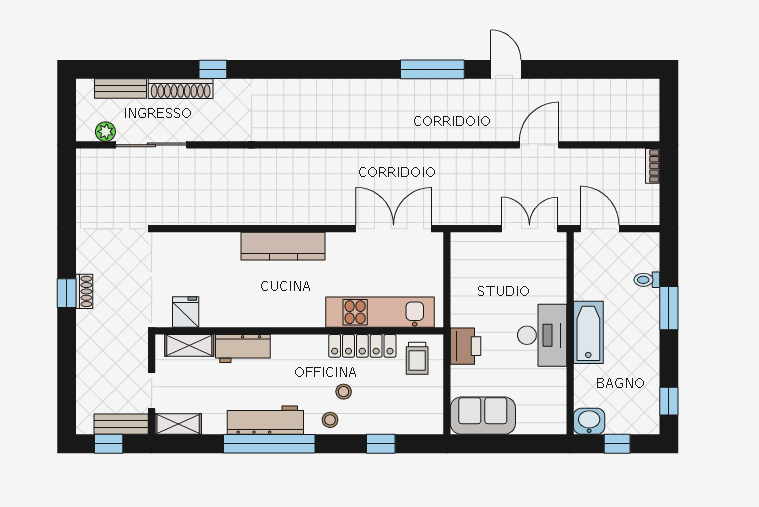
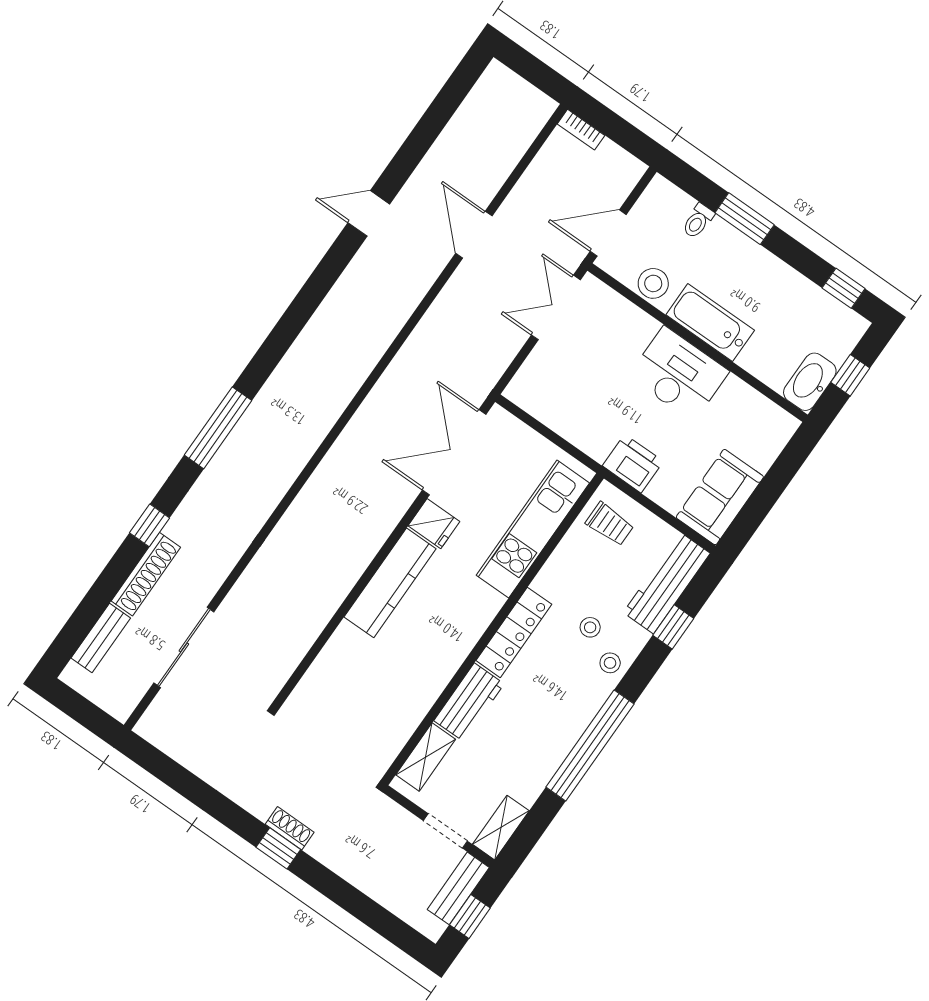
window: (432, 69) -> (218, 428), moved
plant: (105, 132) -> (135, 686), removed
stool: (588, 279) -> (653, 283), added
fridge: (186, 312) -> (434, 524), moved, turned 180
locker: (362, 346) -> (514, 632), moved
workbench: (265, 420) -> (667, 583), moved
washbasin: (589, 421) -> (810, 382), width x1.38

